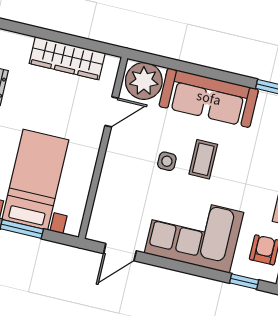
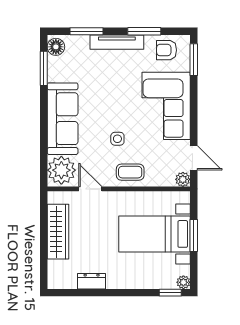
coffee table: (203, 159) -> (130, 172), moved
plant: (96, 232) -> (183, 179), added
window: (244, 282) -> (194, 60), width x1.50

